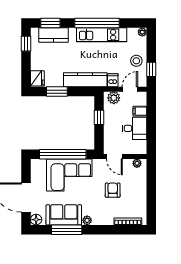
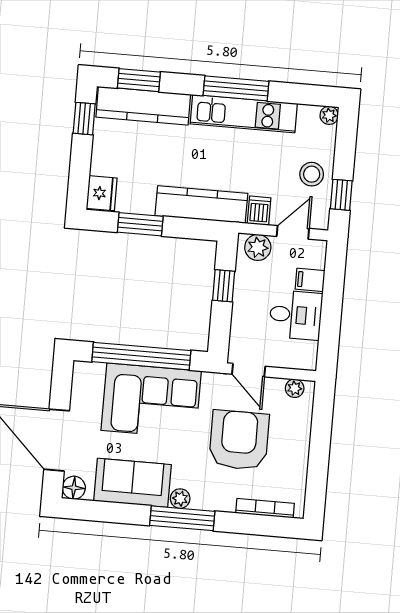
window: (97, 23) -> (236, 88), width x0.68
kitchen counter: (54, 35) -> (143, 106), width x1.50
armchair: (113, 190) -> (239, 440), width x1.88, depth x1.88
window: (67, 230) -> (182, 518), moved

